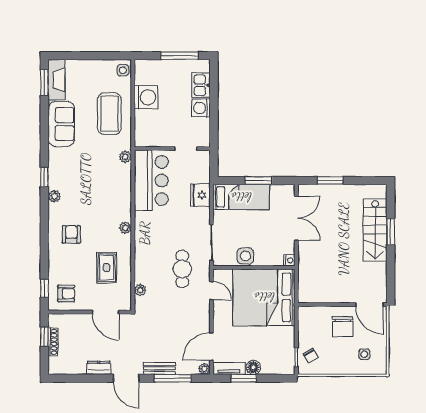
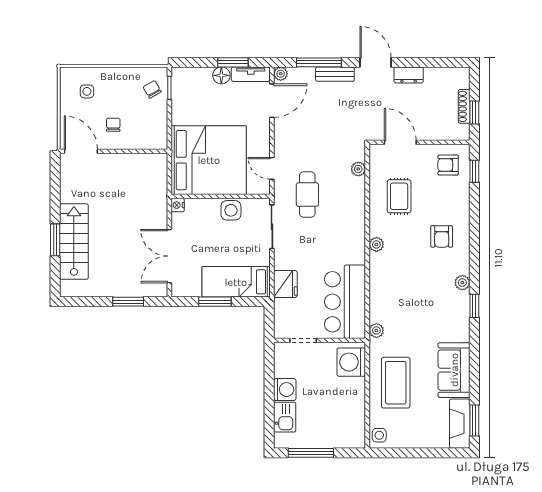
washing machine: (146, 97) -> (351, 362), moved
chair: (343, 327) -> (113, 125), width x0.54, depth x0.54

